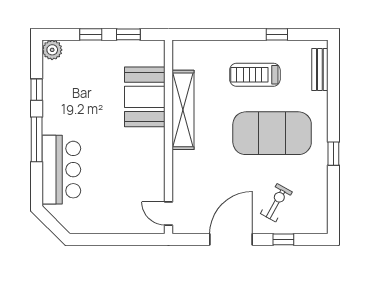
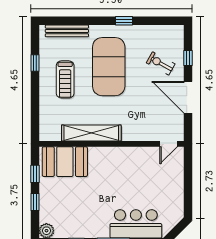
bench: (320, 70) -> (67, 31), width x1.36
booth: (145, 97) -> (65, 162), moved

